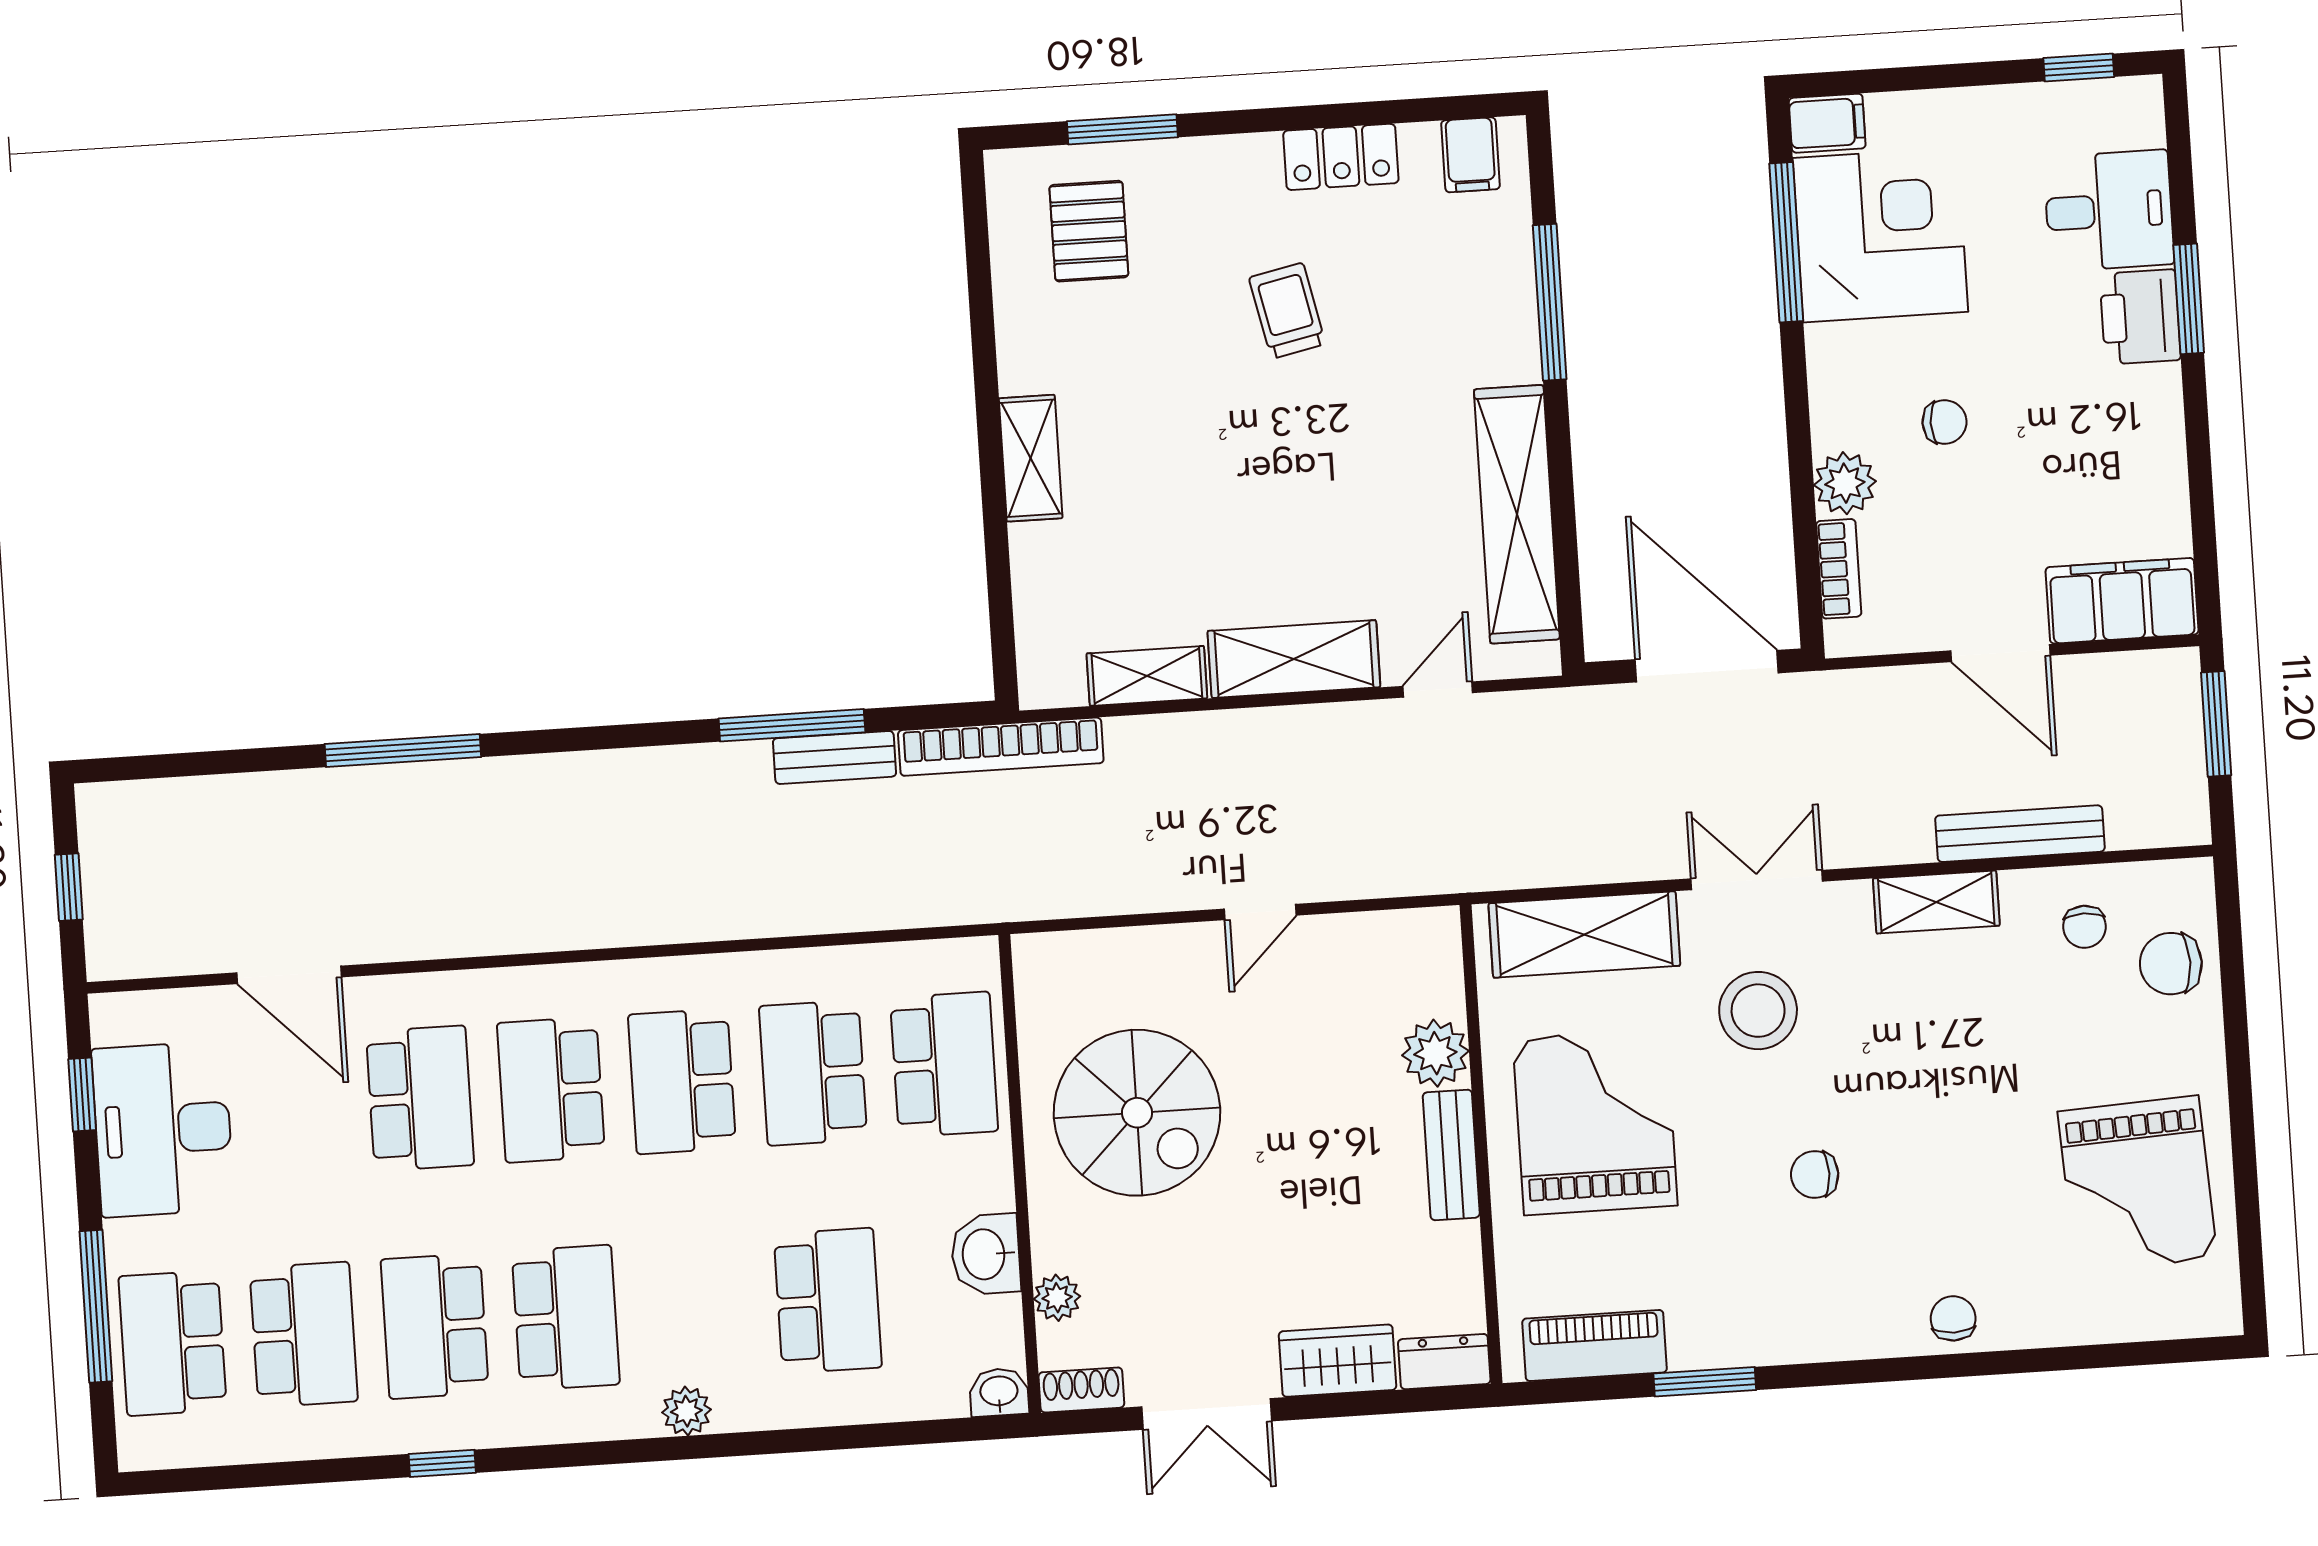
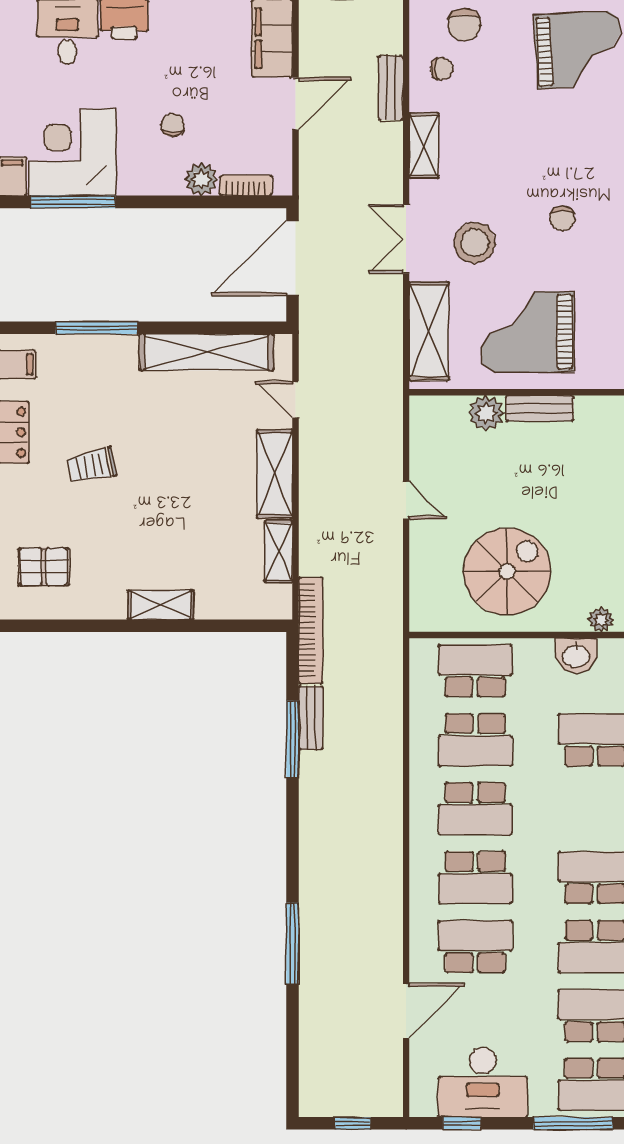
bench: (2020, 834) -> (391, 88), width x0.73

